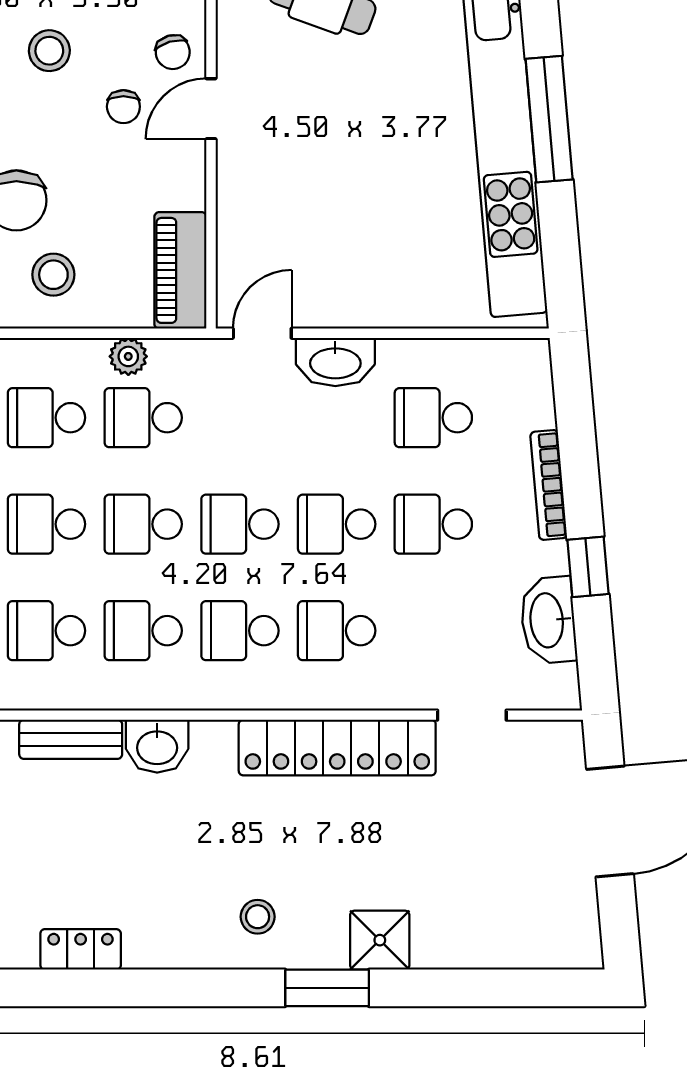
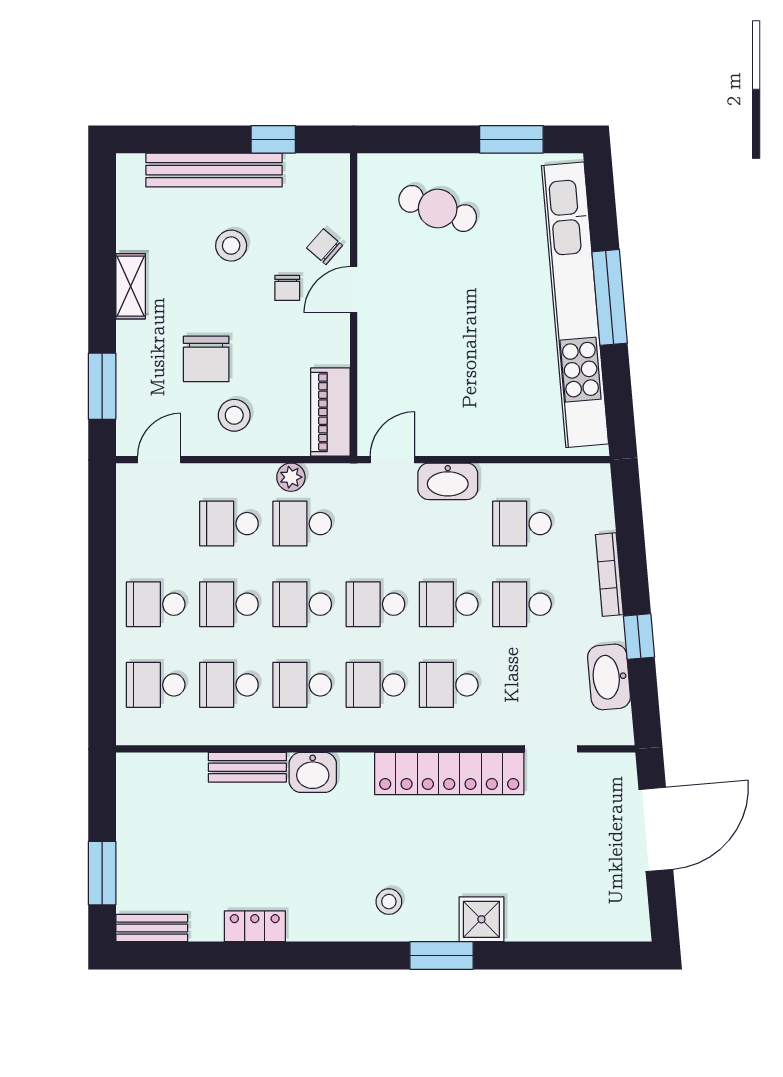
chair: (173, 52) -> (325, 247), turned 147

